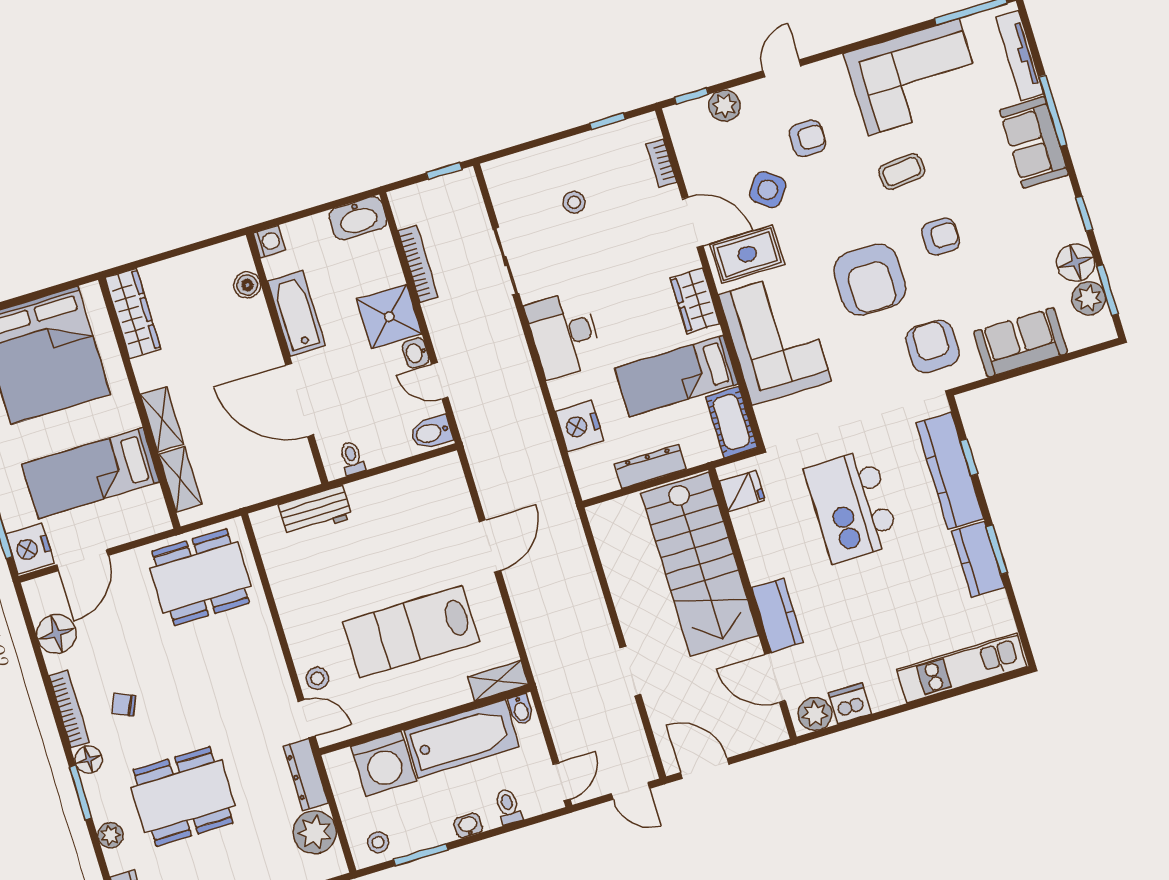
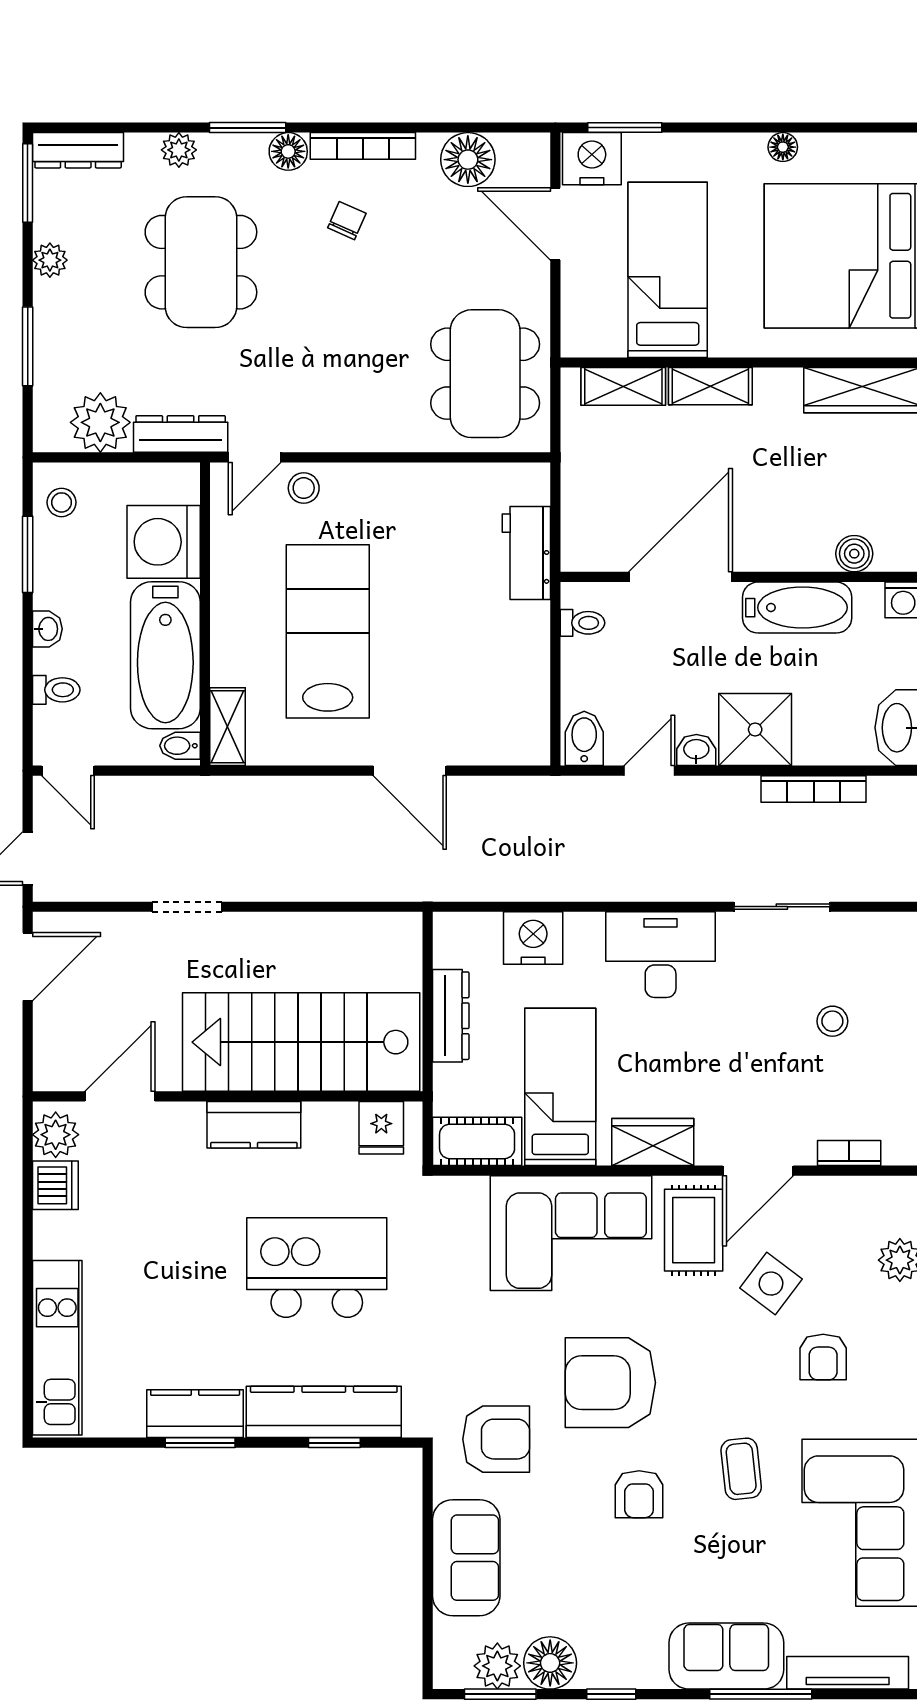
kitchen counter: (777, 615) -> (254, 1125), moved

